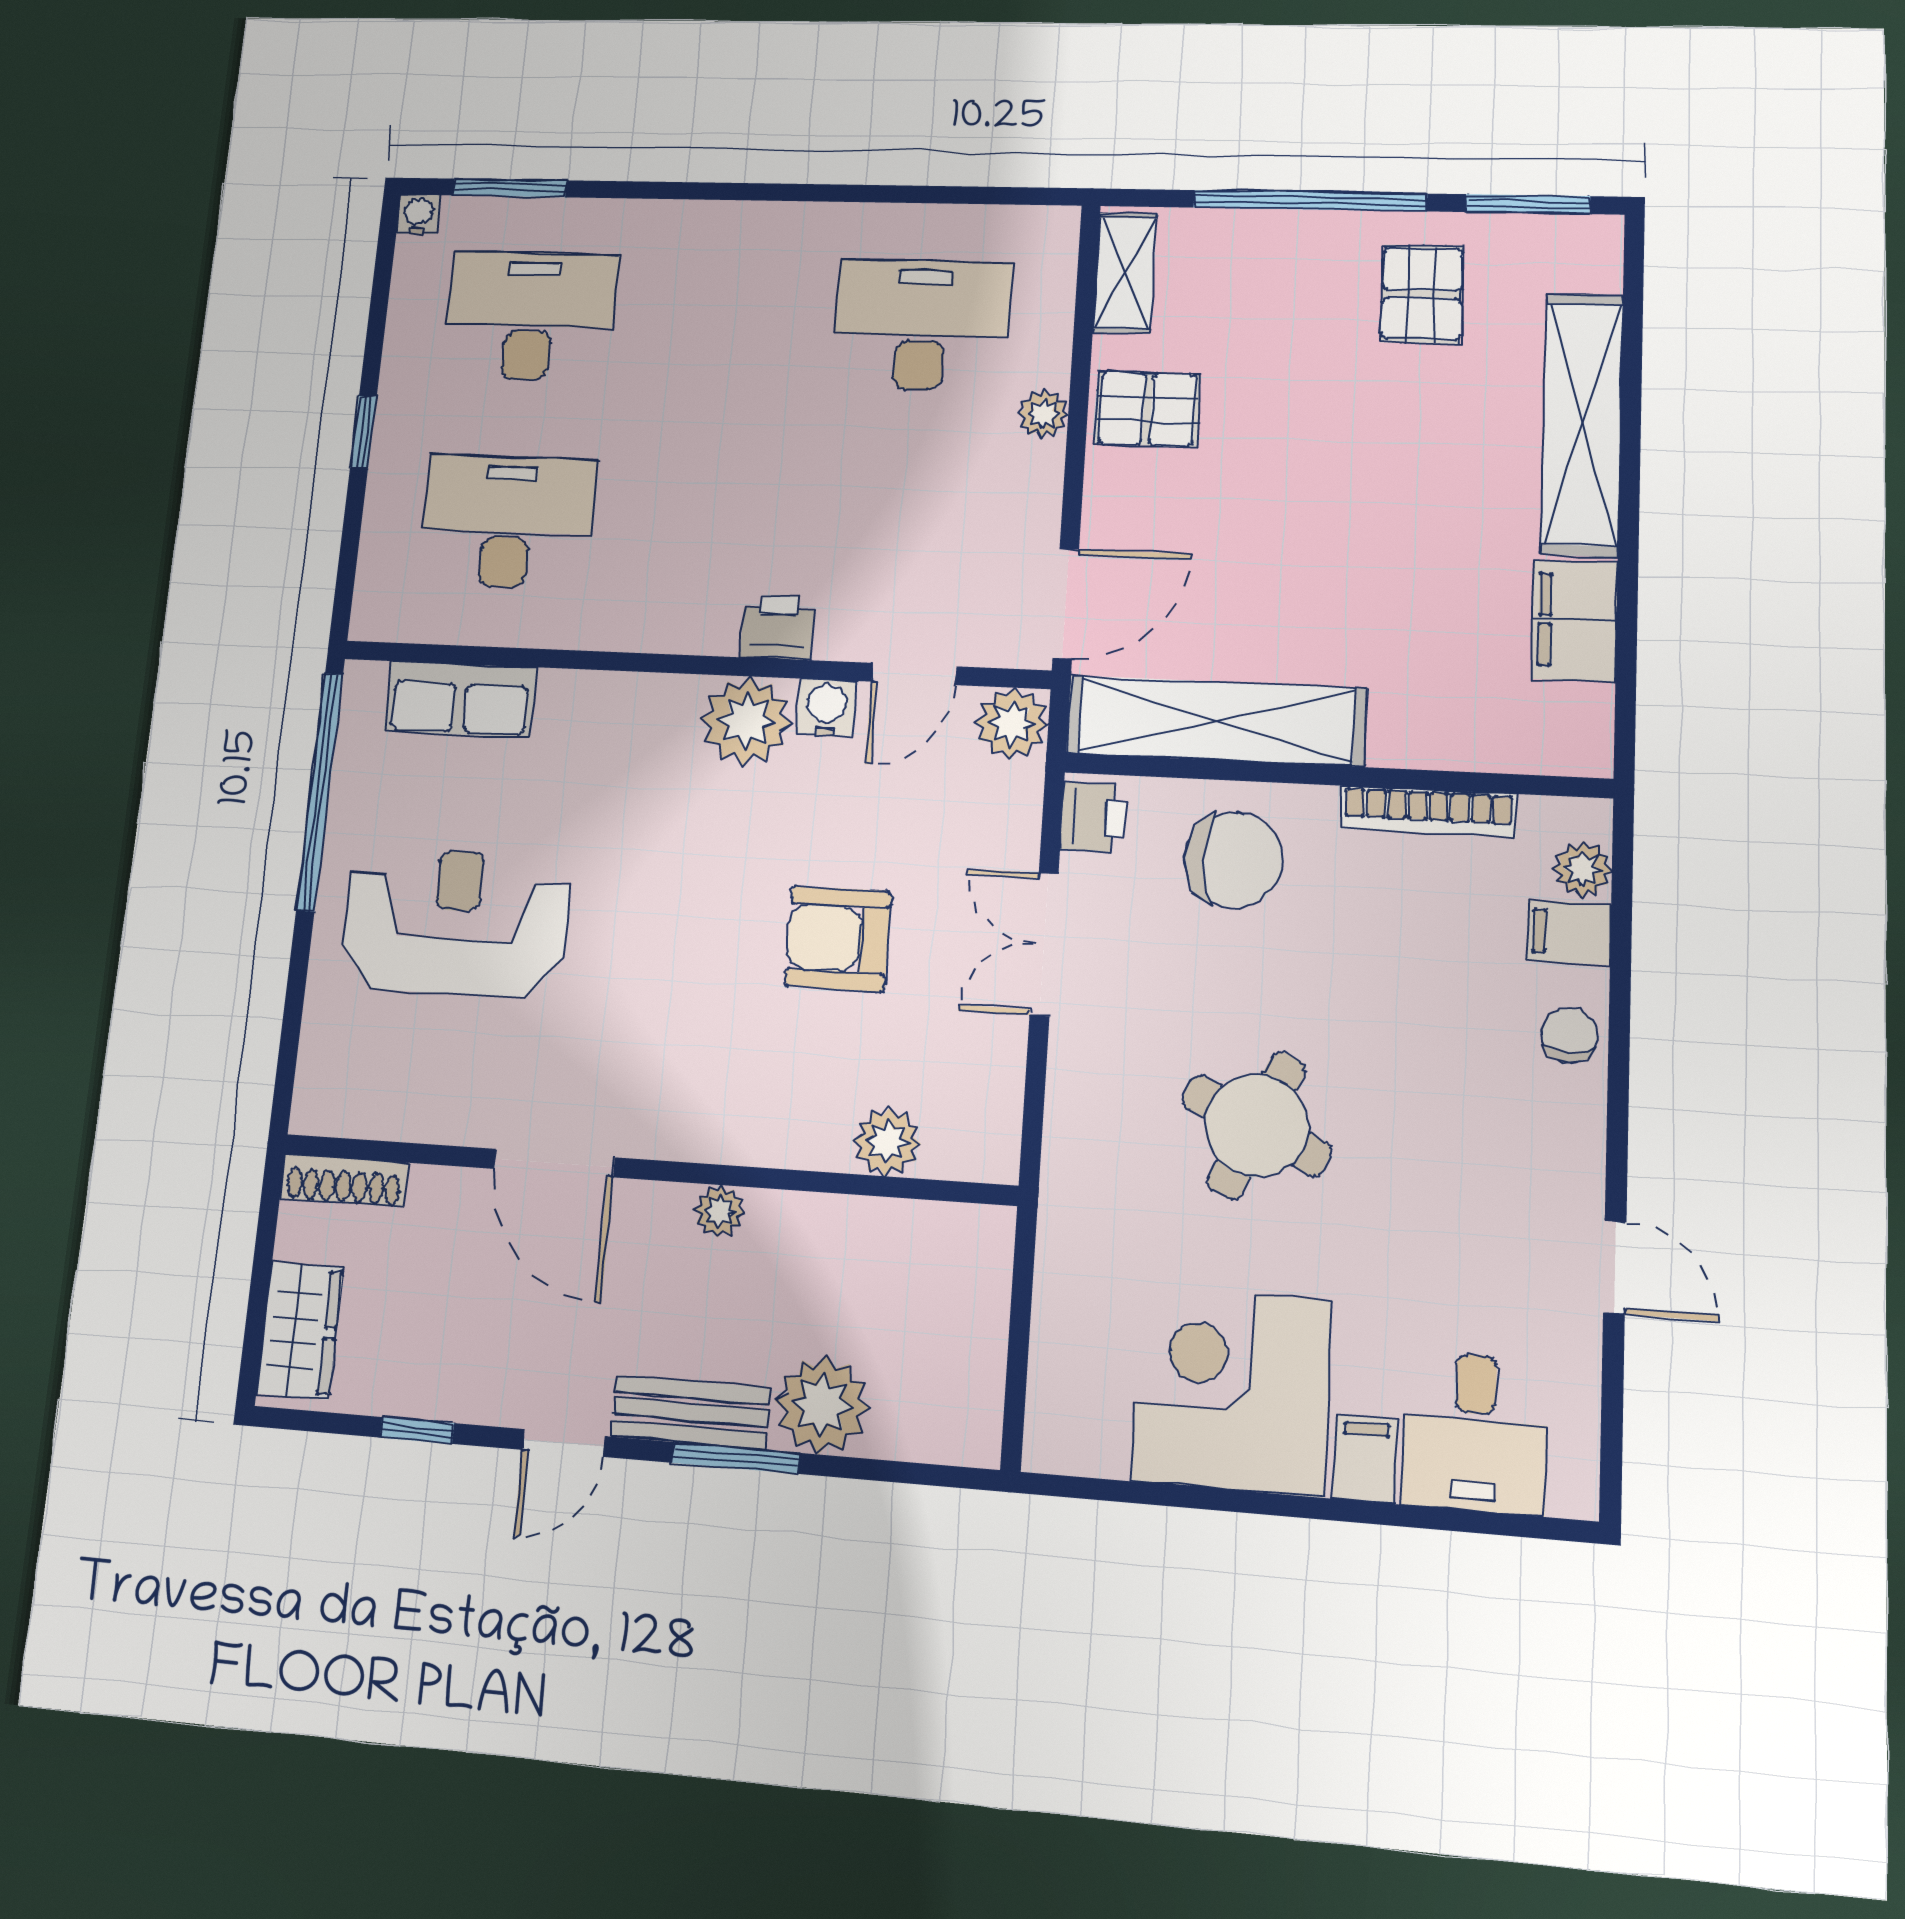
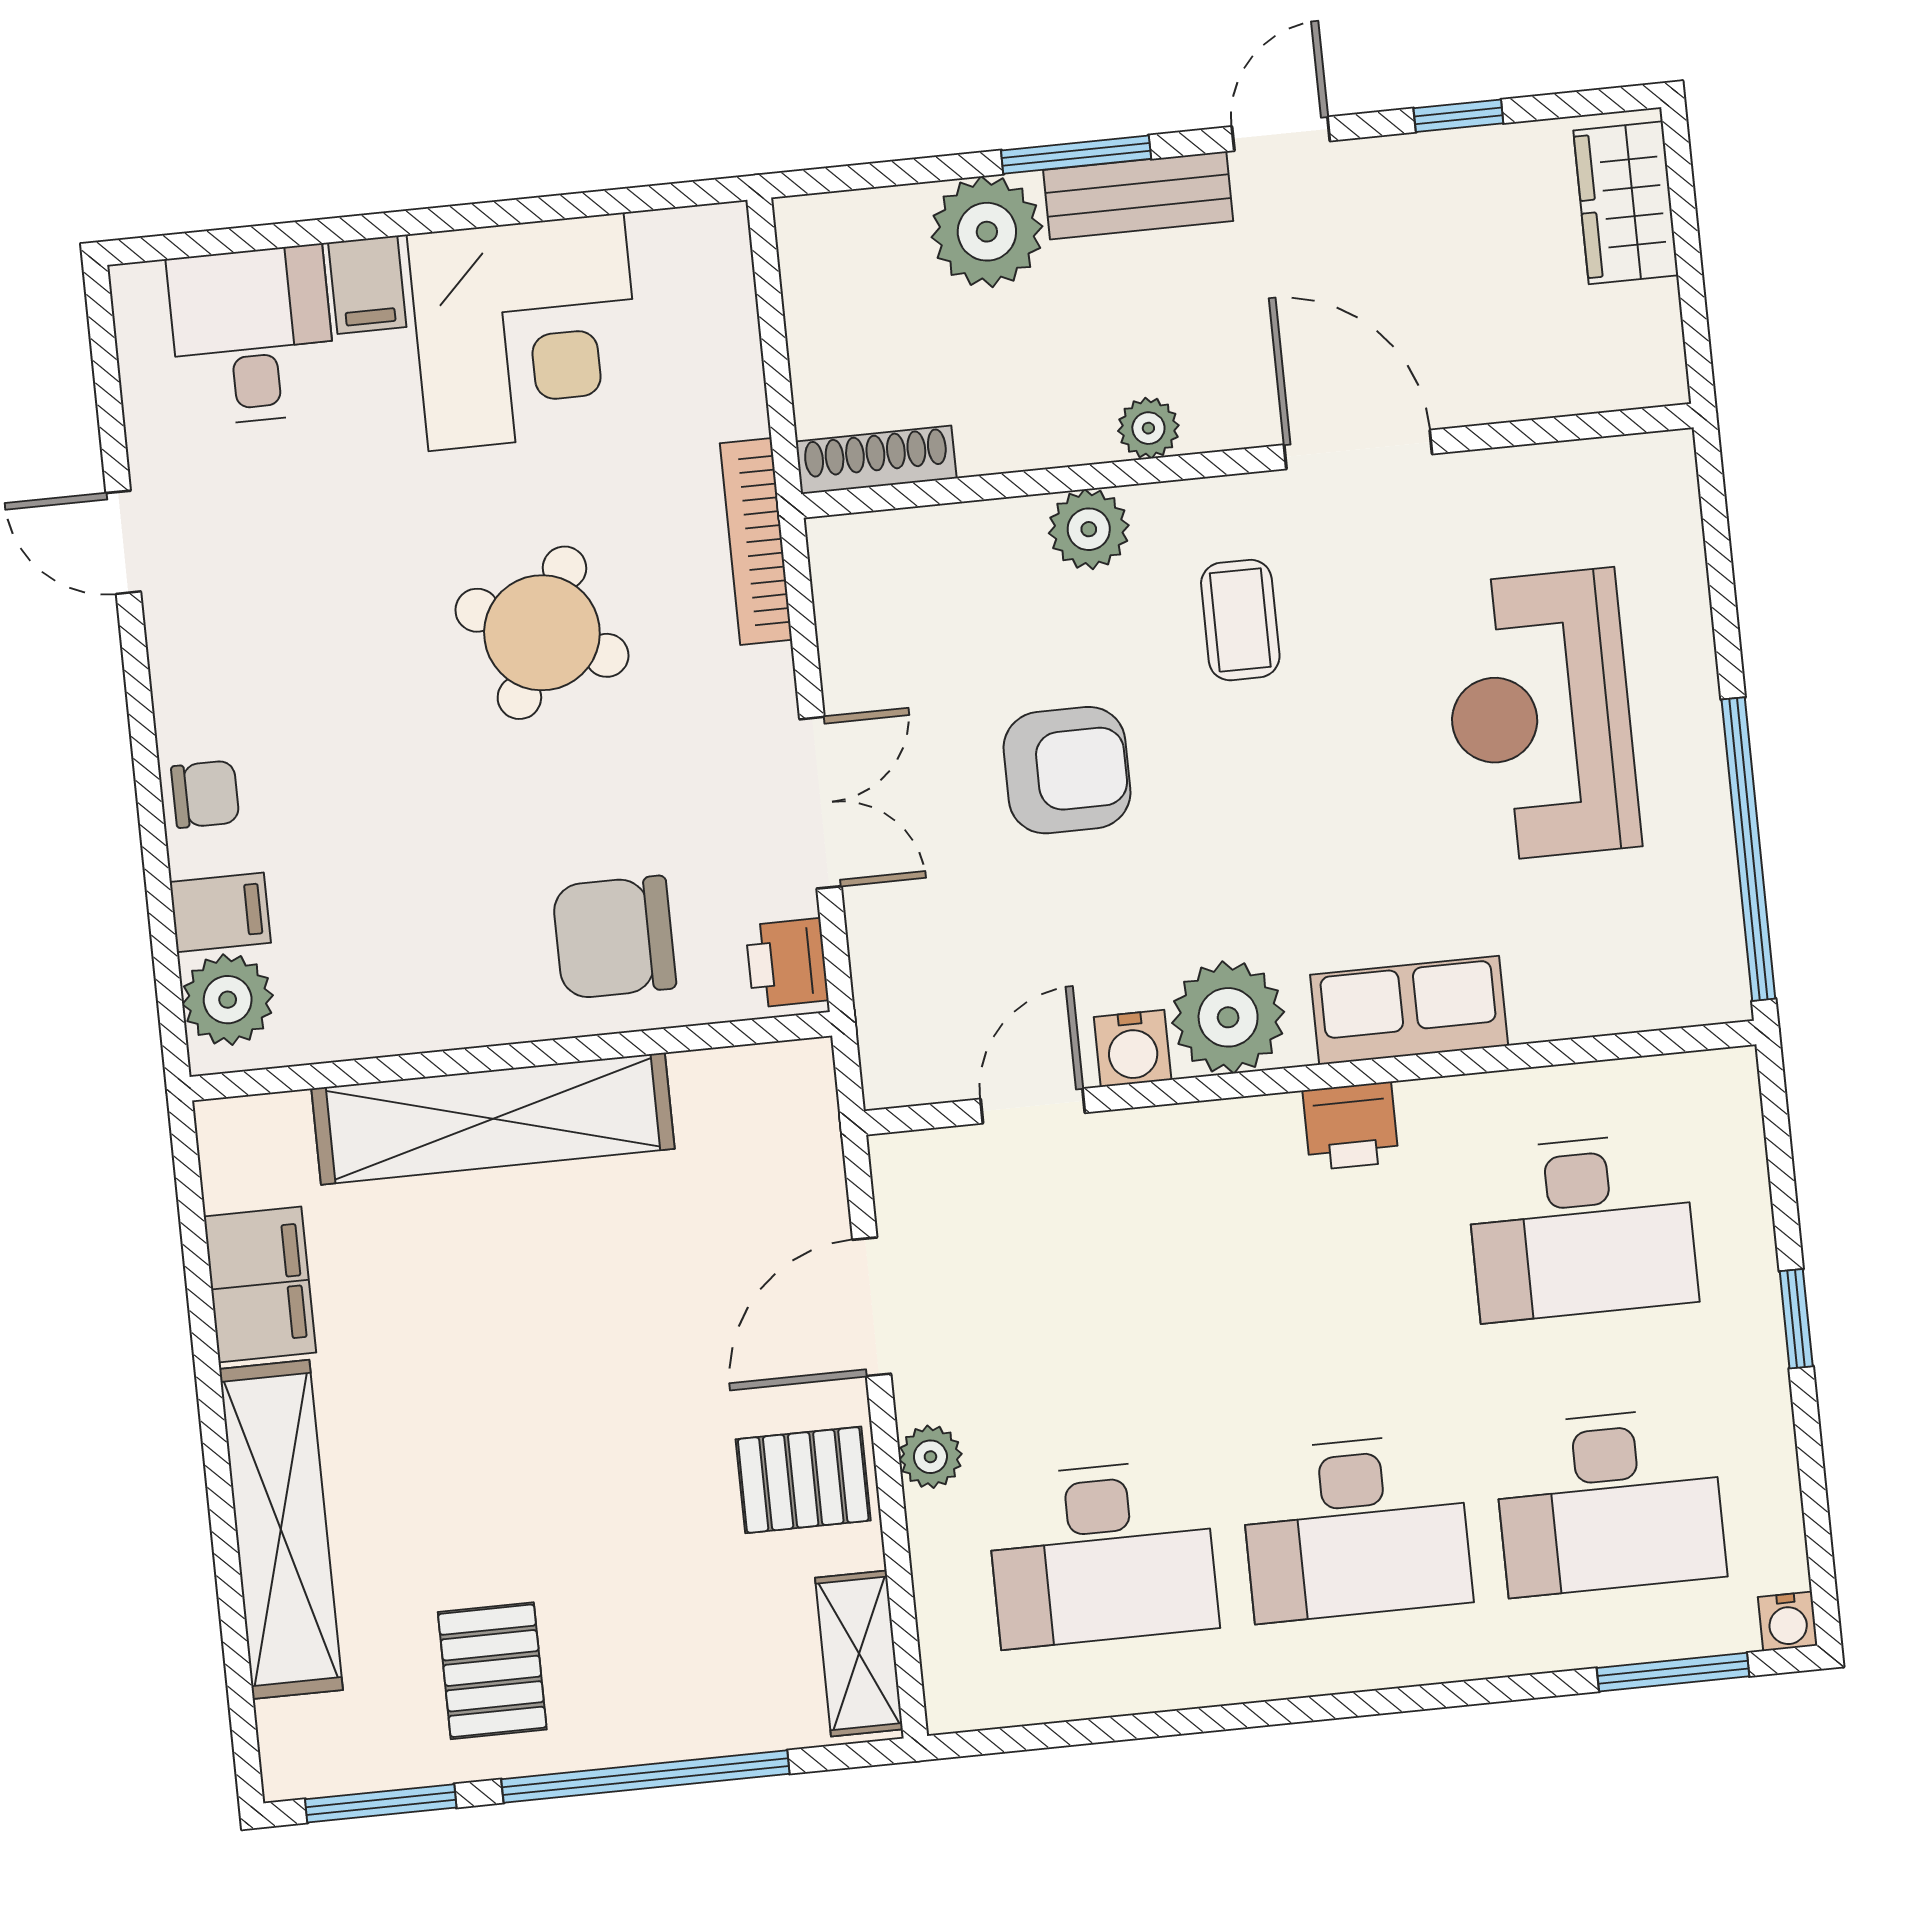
desk: (724, 320) -> (1356, 1527), added
door: (1066, 604) -> (872, 1307), moved
printer: (778, 627) -> (1351, 1126), moved
row of seats: (460, 699) -> (1409, 1010), moved
shelving: (1216, 721) -> (493, 1119), moved
plant: (1012, 724) -> (904, 1062), removed
bookcase: (1428, 811) -> (756, 542), moved, turned -90
plant: (1583, 869) -> (228, 1000), width x1.38, depth x1.38
reception desk: (456, 922) -> (1540, 715), turned 90
chair: (1569, 1035) -> (205, 794), turned -90
coffee table: (676, 1038) -> (1240, 620), added
plant: (887, 1142) -> (1089, 529), moved
shoe rack: (344, 1180) -> (876, 460), moved

